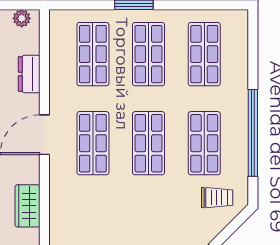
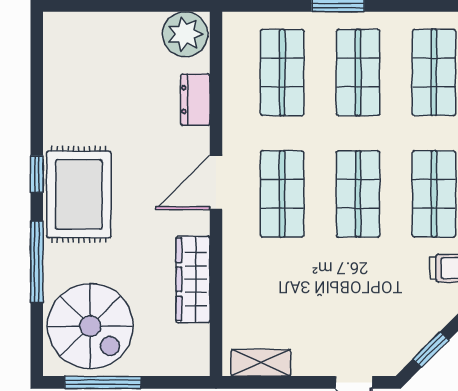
plant: (22, 18) -> (185, 34), width x1.87, depth x1.87
wardrobe: (27, 206) -> (193, 279), width x1.50

